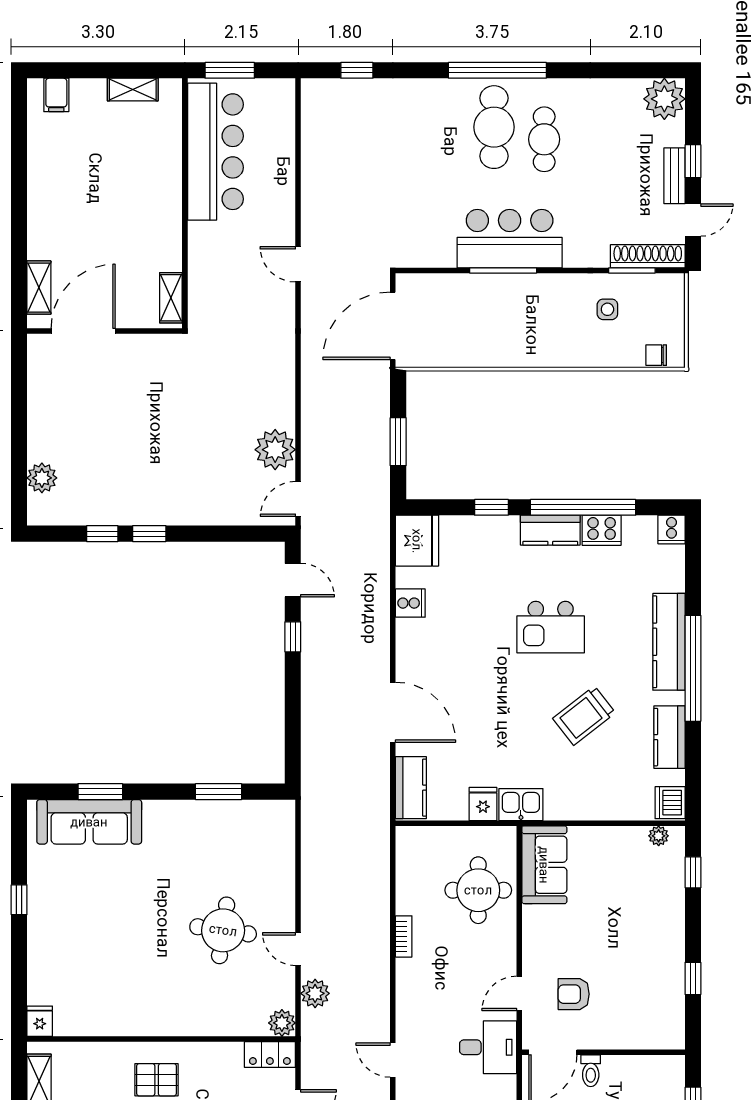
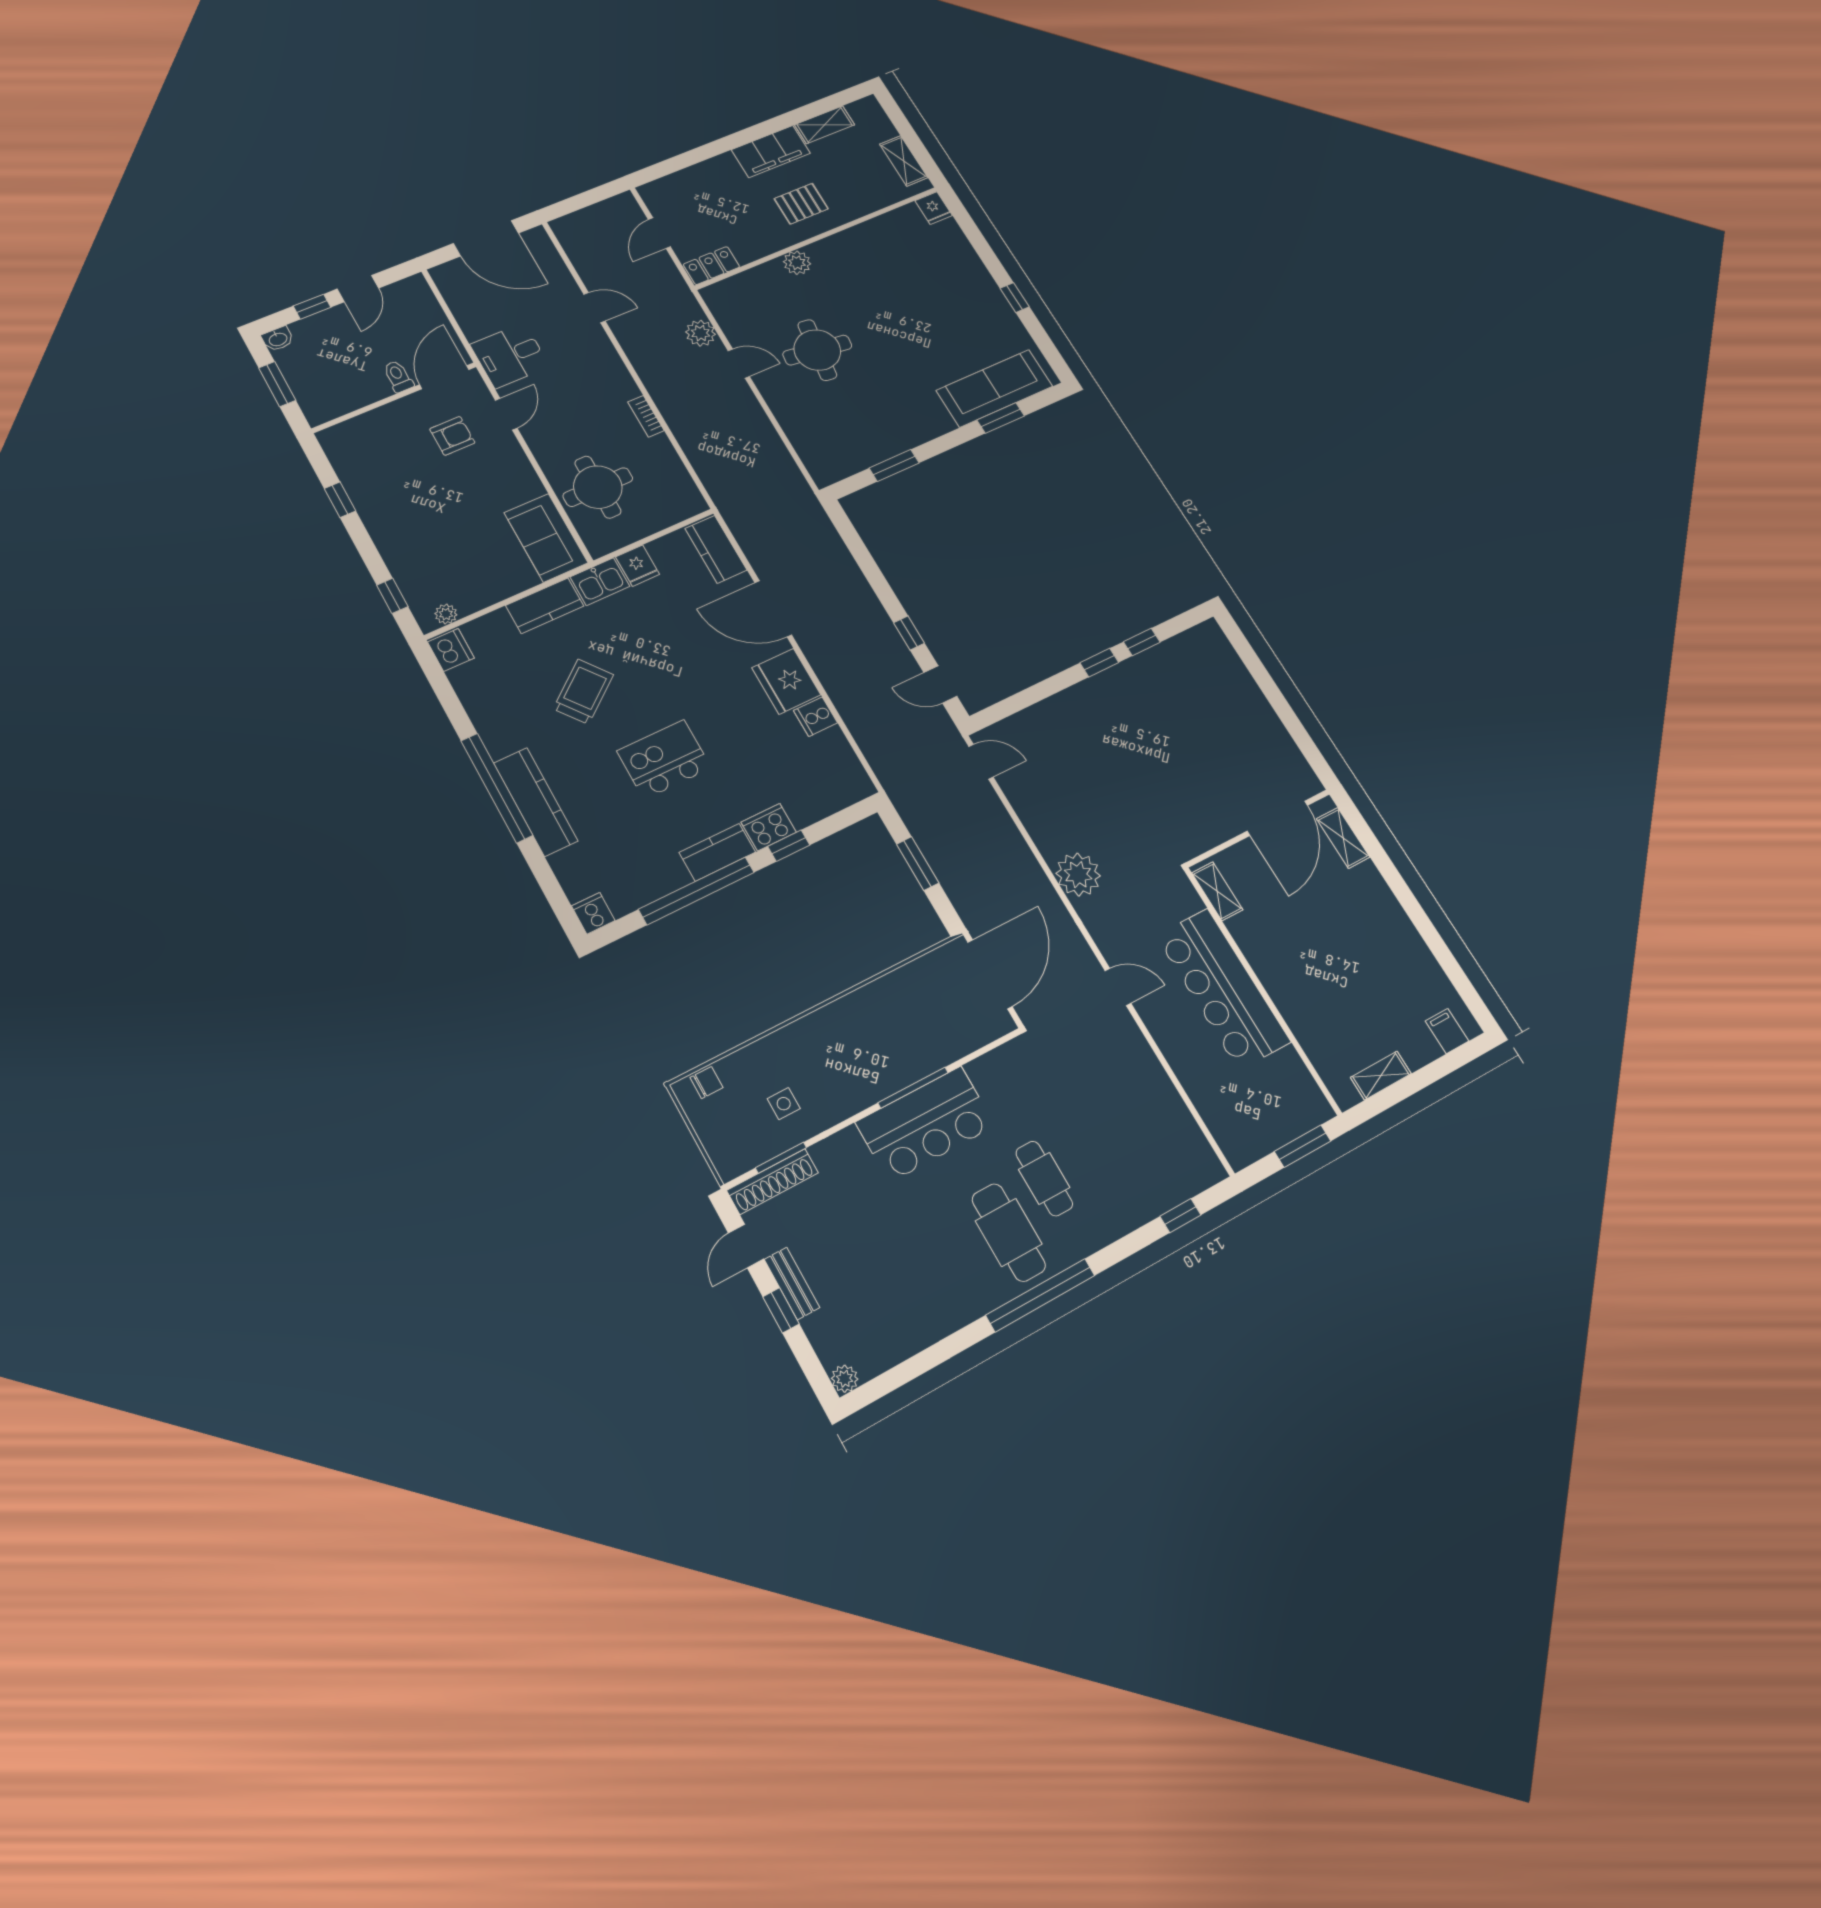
plant: (664, 99) -> (845, 1379), width x0.53, depth x0.53
cafe table: (544, 139) -> (1044, 1178), moved
bar counter: (215, 152) -> (1223, 989), moved
plant: (275, 450) -> (1078, 875), moved
plant: (42, 478) -> (1228, 665), removed
door: (298, 499) -> (981, 762), hinge flipped
cooker: (602, 530) -> (769, 827), moved
fridge: (417, 541) -> (786, 681), moved
kitchen counter: (669, 737) -> (545, 606), moved, turned 90
plant: (282, 1023) -> (797, 263), moved

